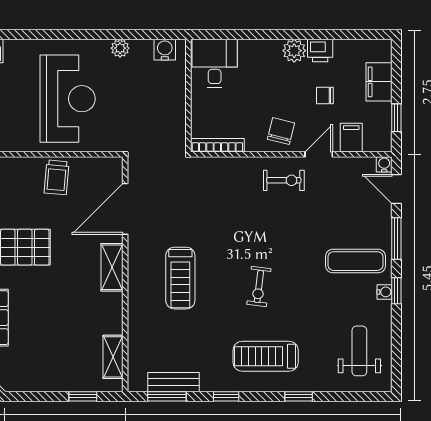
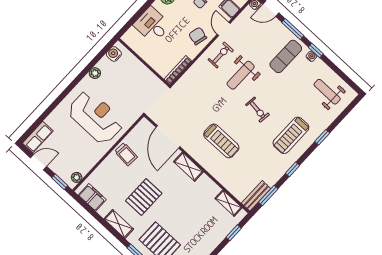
desk: (215, 63) -> (152, 25), moved
weight bench: (282, 227) -> (241, 75), added
bench: (174, 382) -> (256, 196), moved

